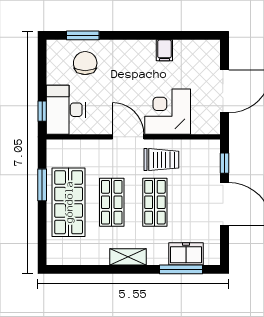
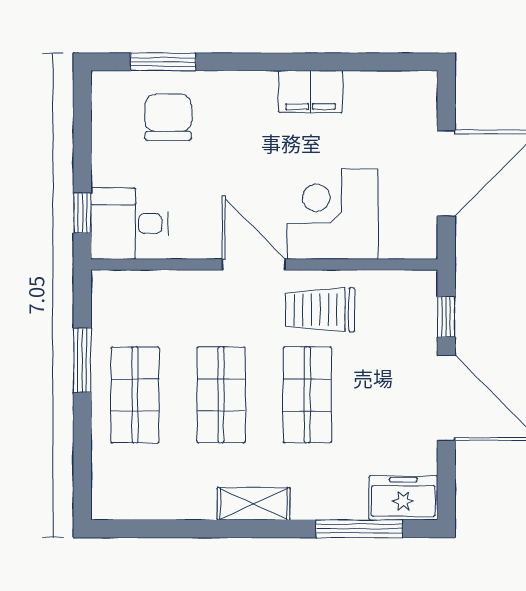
filing cabinet: (164, 50) -> (310, 92), width x2.00
desk: (66, 110) -> (129, 224), width x0.73
trolley: (161, 160) -> (320, 310), turned 180
shop shelf: (69, 202) -> (135, 395), width x0.70, depth x0.74
freezer: (186, 254) -> (403, 498), moved

